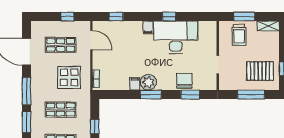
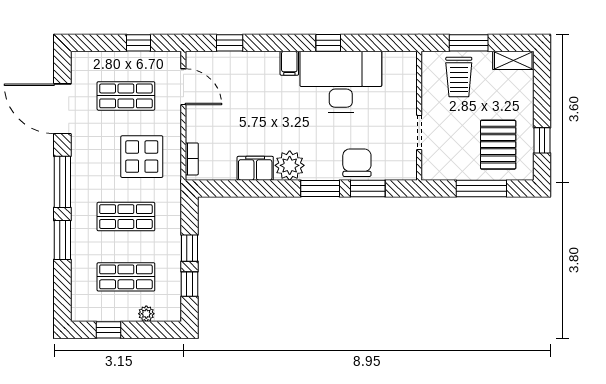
pallet: (260, 71) -> (498, 145), turned 90
filing cabinet: (135, 84) -> (255, 168), width x2.00
window: (151, 95) -> (320, 188), moved

